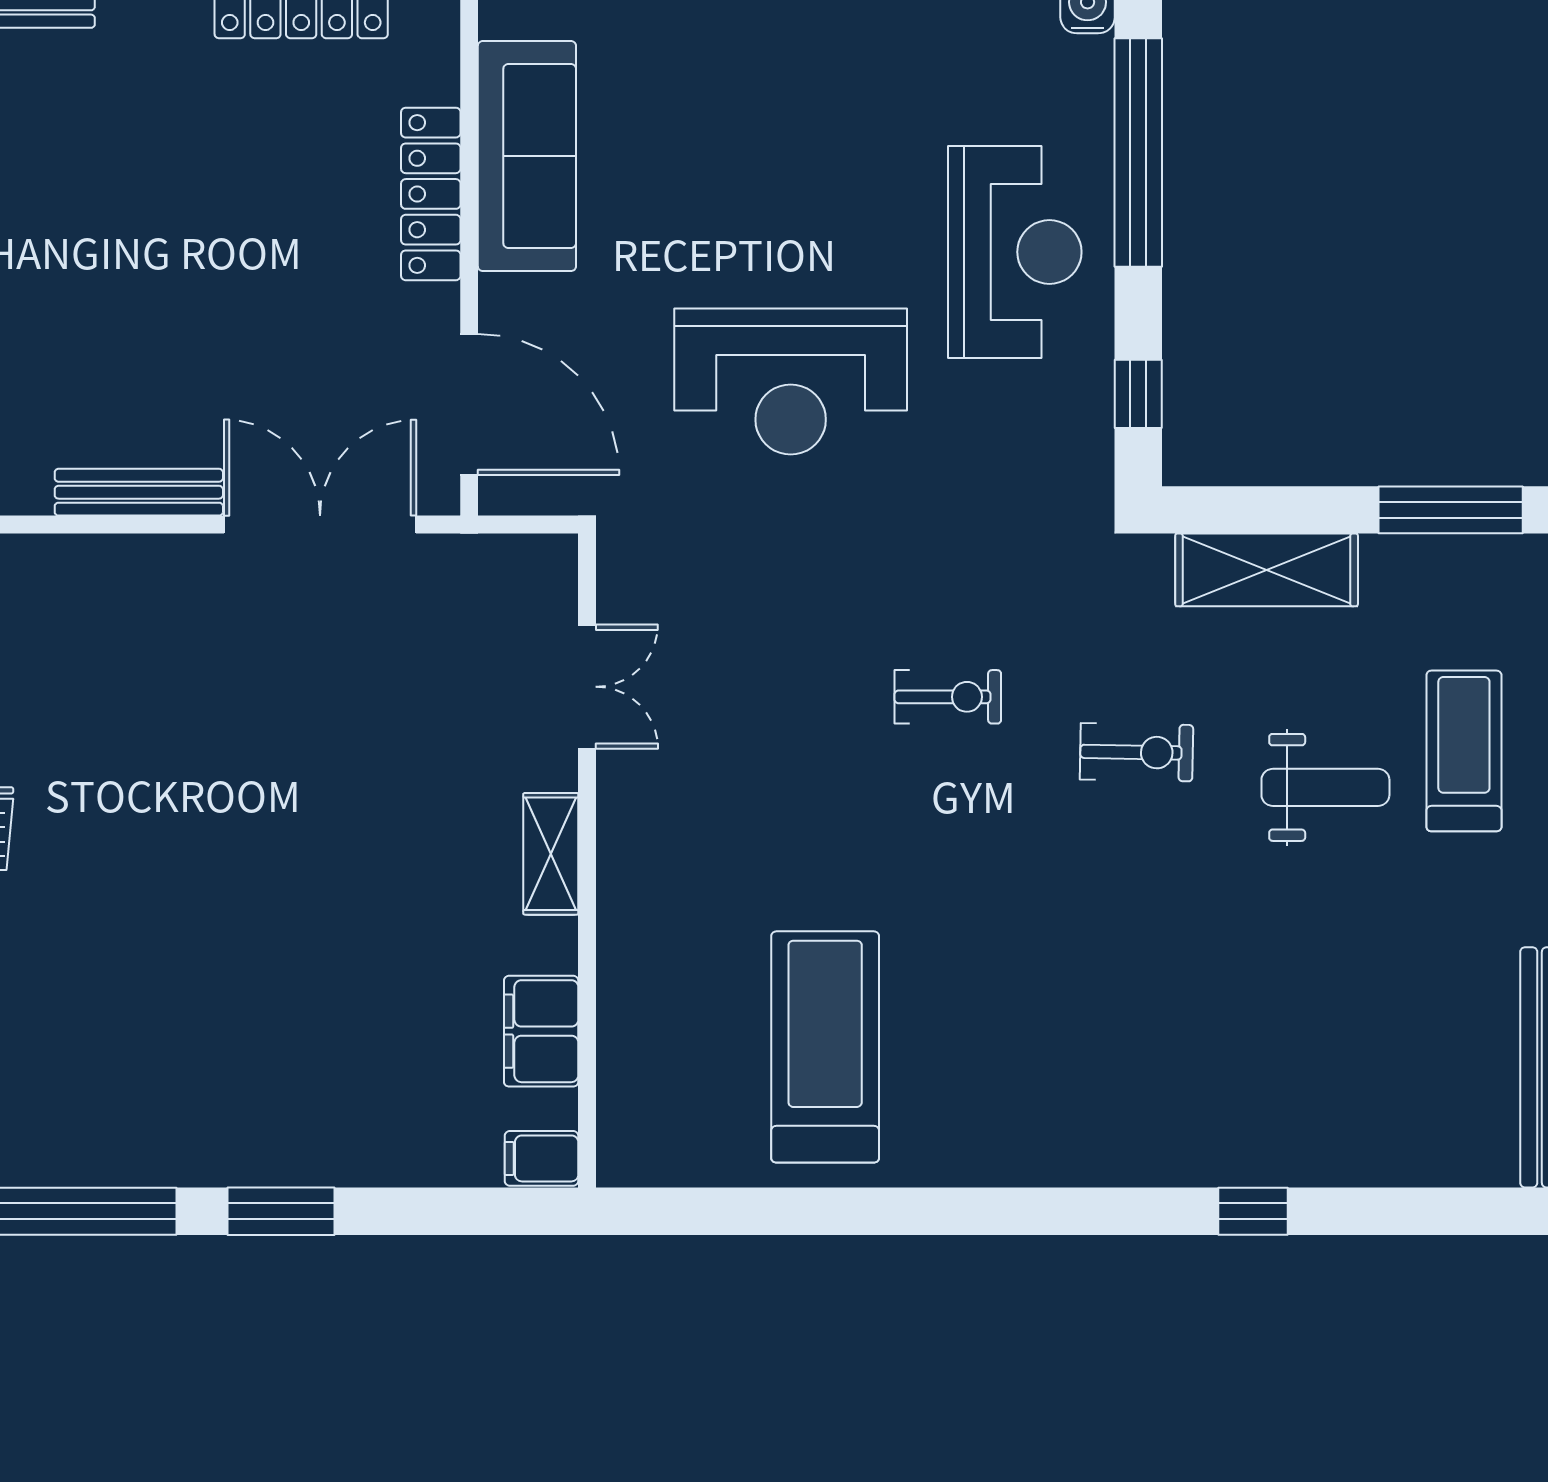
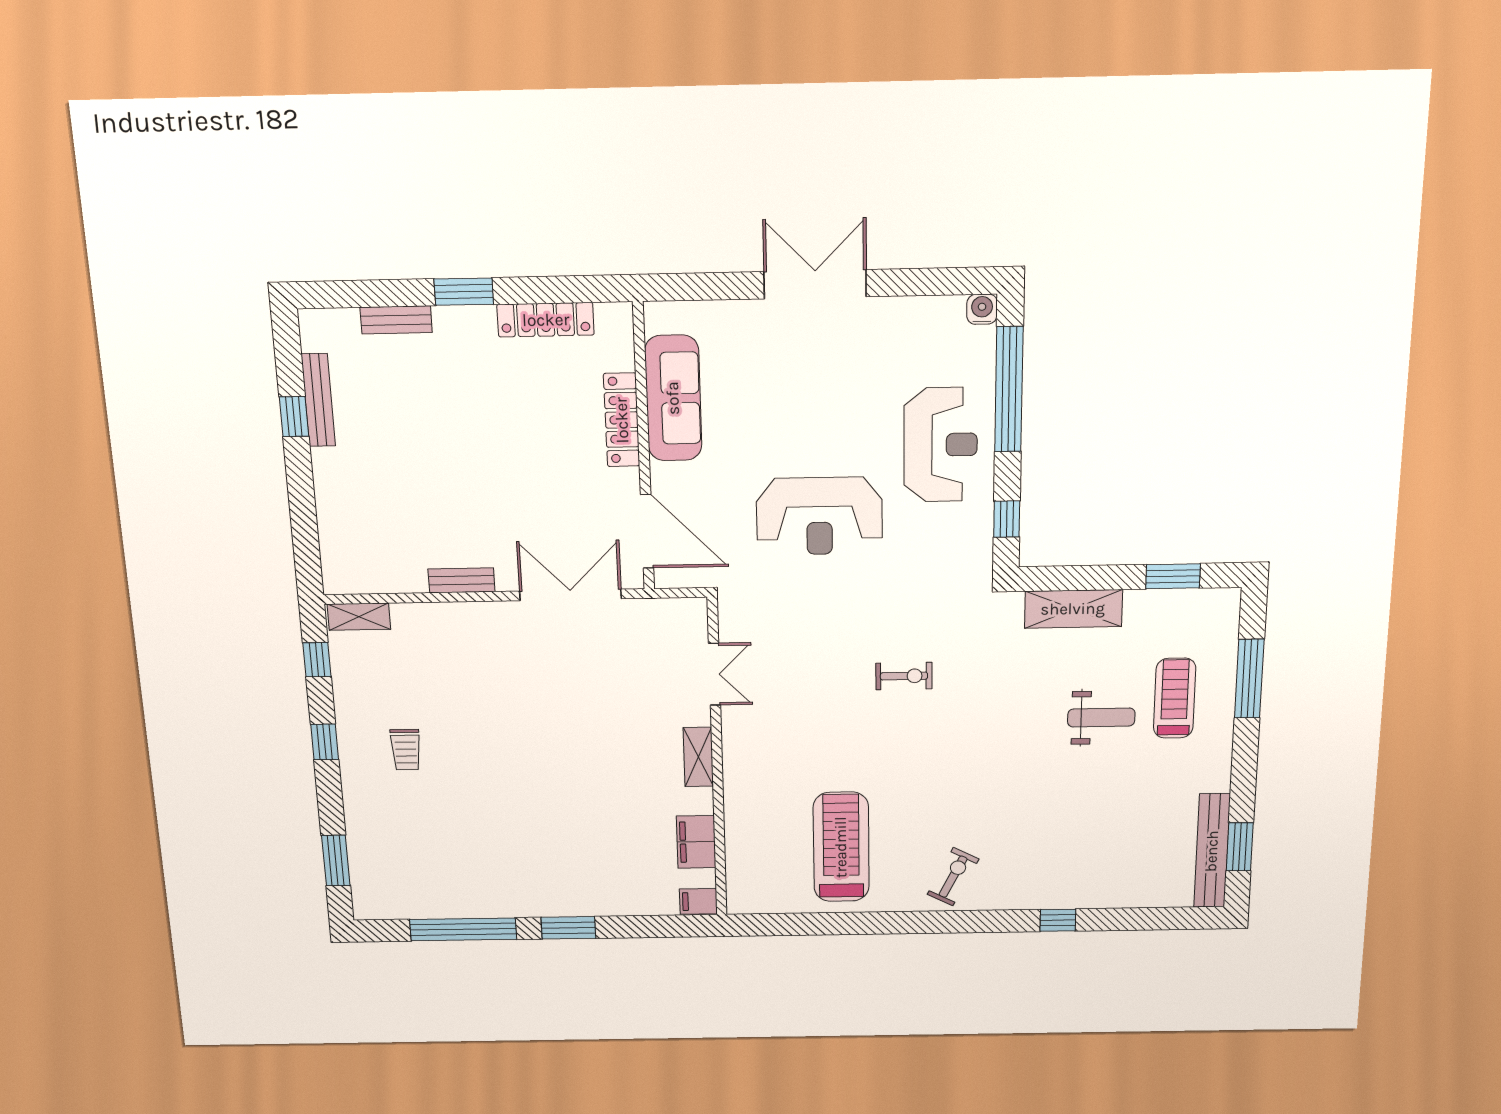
bench: (139, 492) -> (462, 580), width x0.73
window: (1451, 510) -> (1173, 576), width x0.69
exercise bike: (1137, 752) -> (953, 877), moved, turned -64

